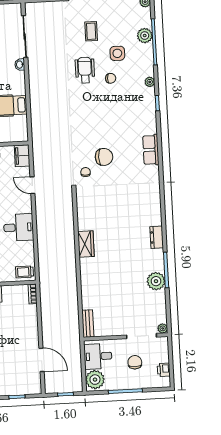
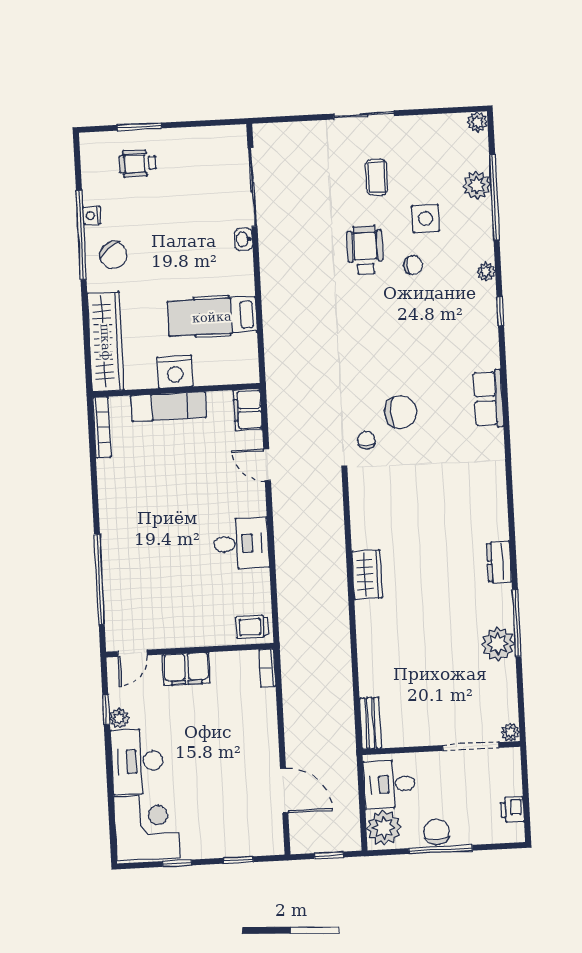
chair: (135, 362) -> (437, 832), moved

